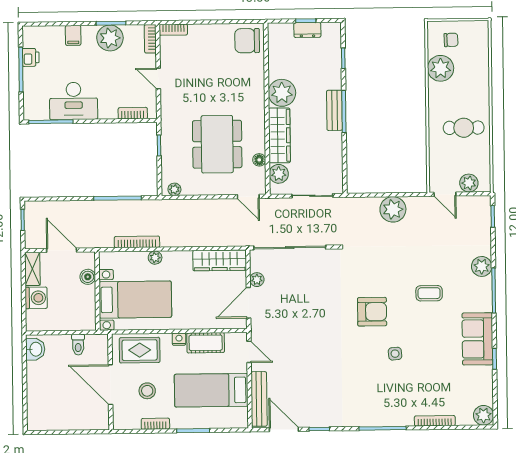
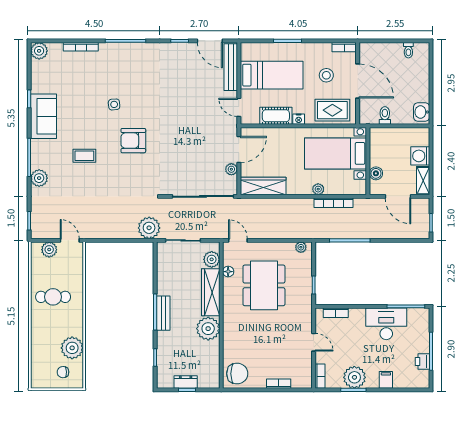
bookcase: (173, 30) -> (279, 384), moved
plant: (393, 209) -> (149, 228), moved
toilet: (52, 421) -> (408, 50), added
bookcase: (155, 424) -> (344, 47), moved

